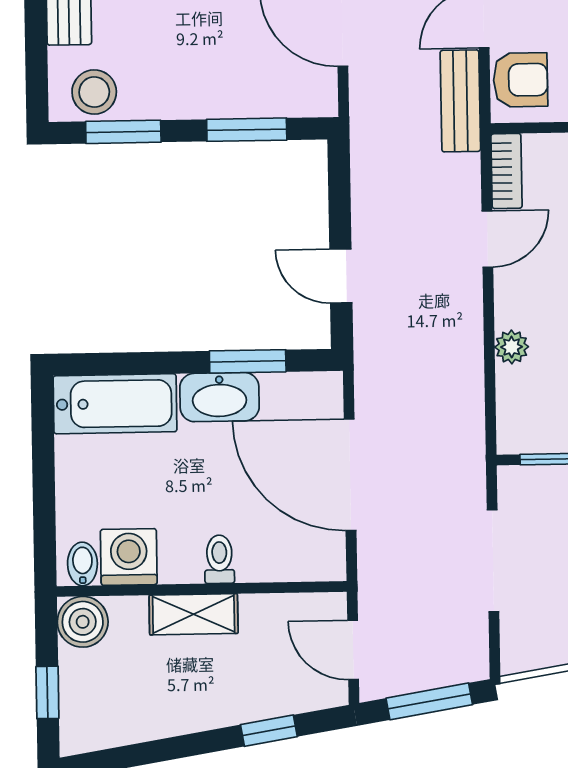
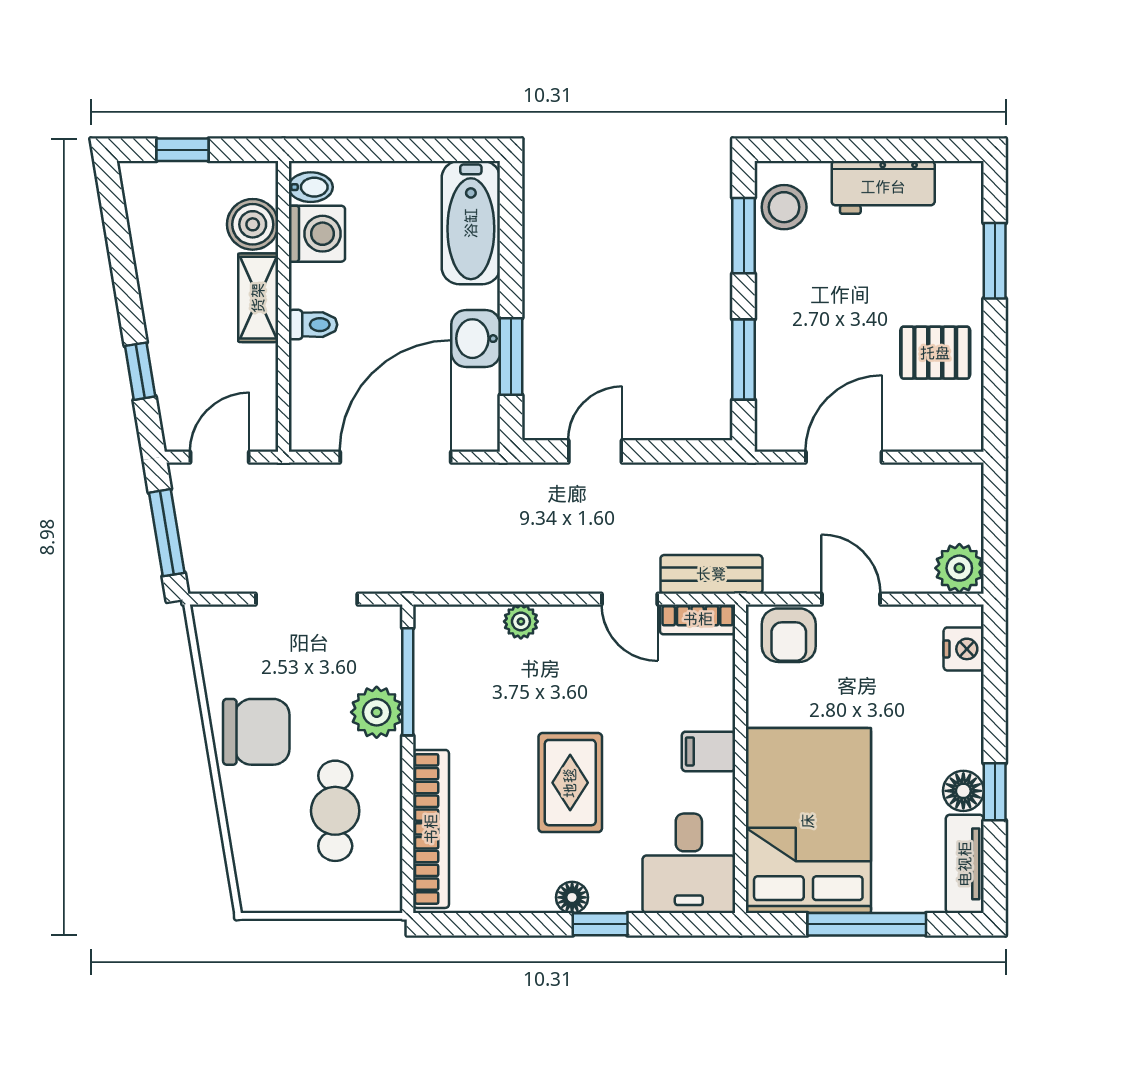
bench: (460, 101) -> (711, 574), moved
washbasin: (219, 397) -> (476, 339), width x0.72
boiler: (83, 622) -> (253, 224), moved

